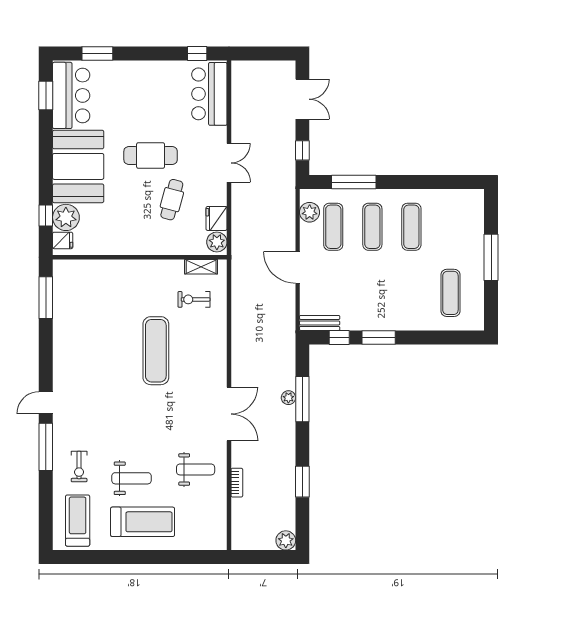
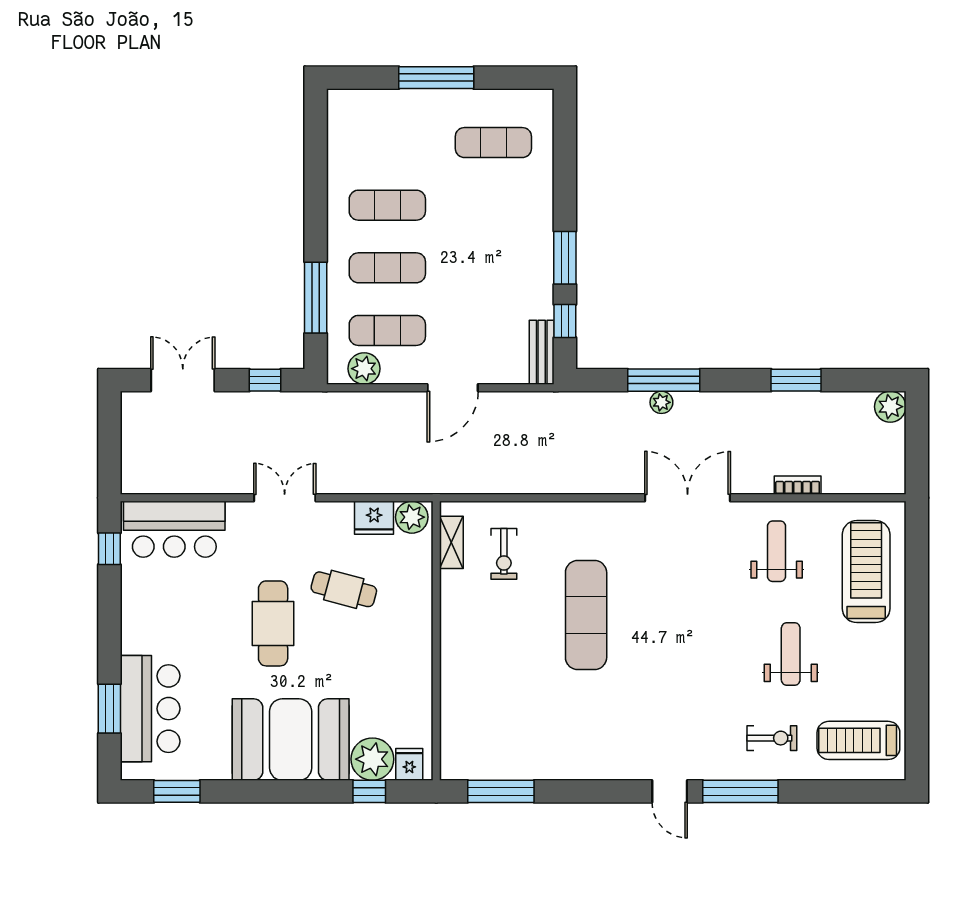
bar counter: (71, 95) -> (150, 709), moved, turned 90
exercise mat: (156, 351) -> (586, 615), turned 90
treadmill: (143, 522) -> (866, 572), moved

